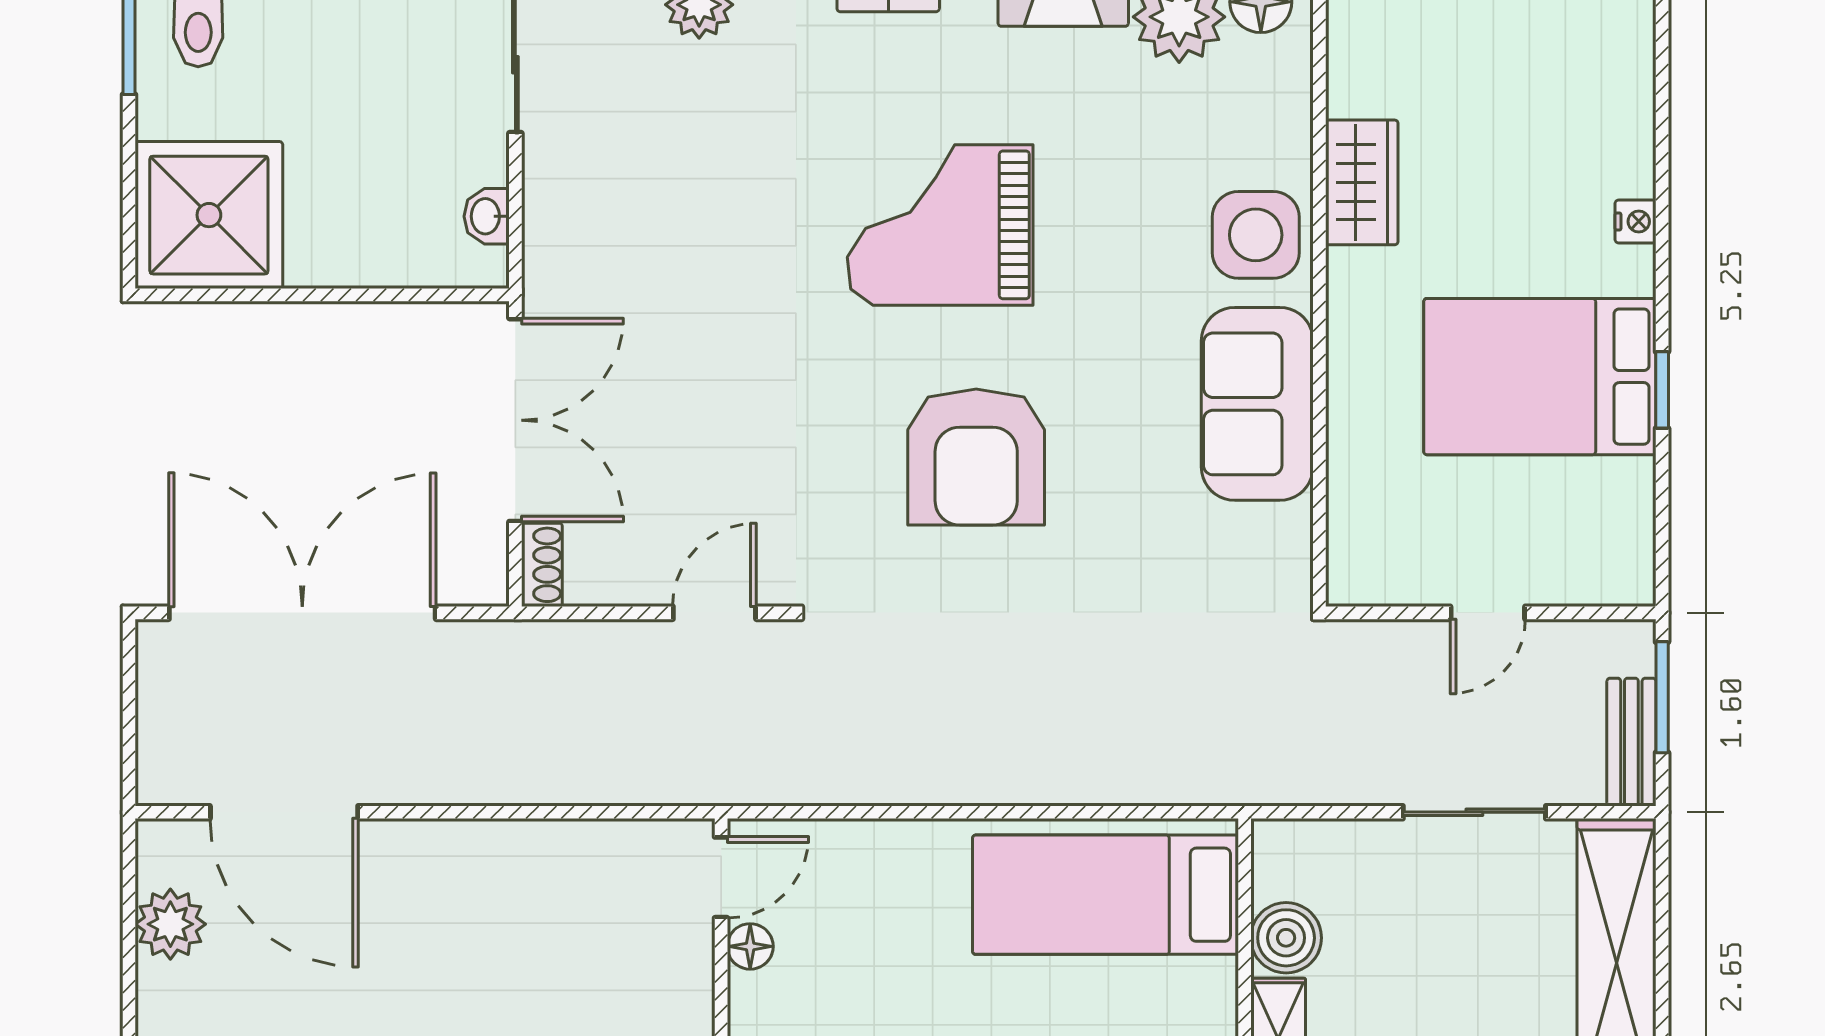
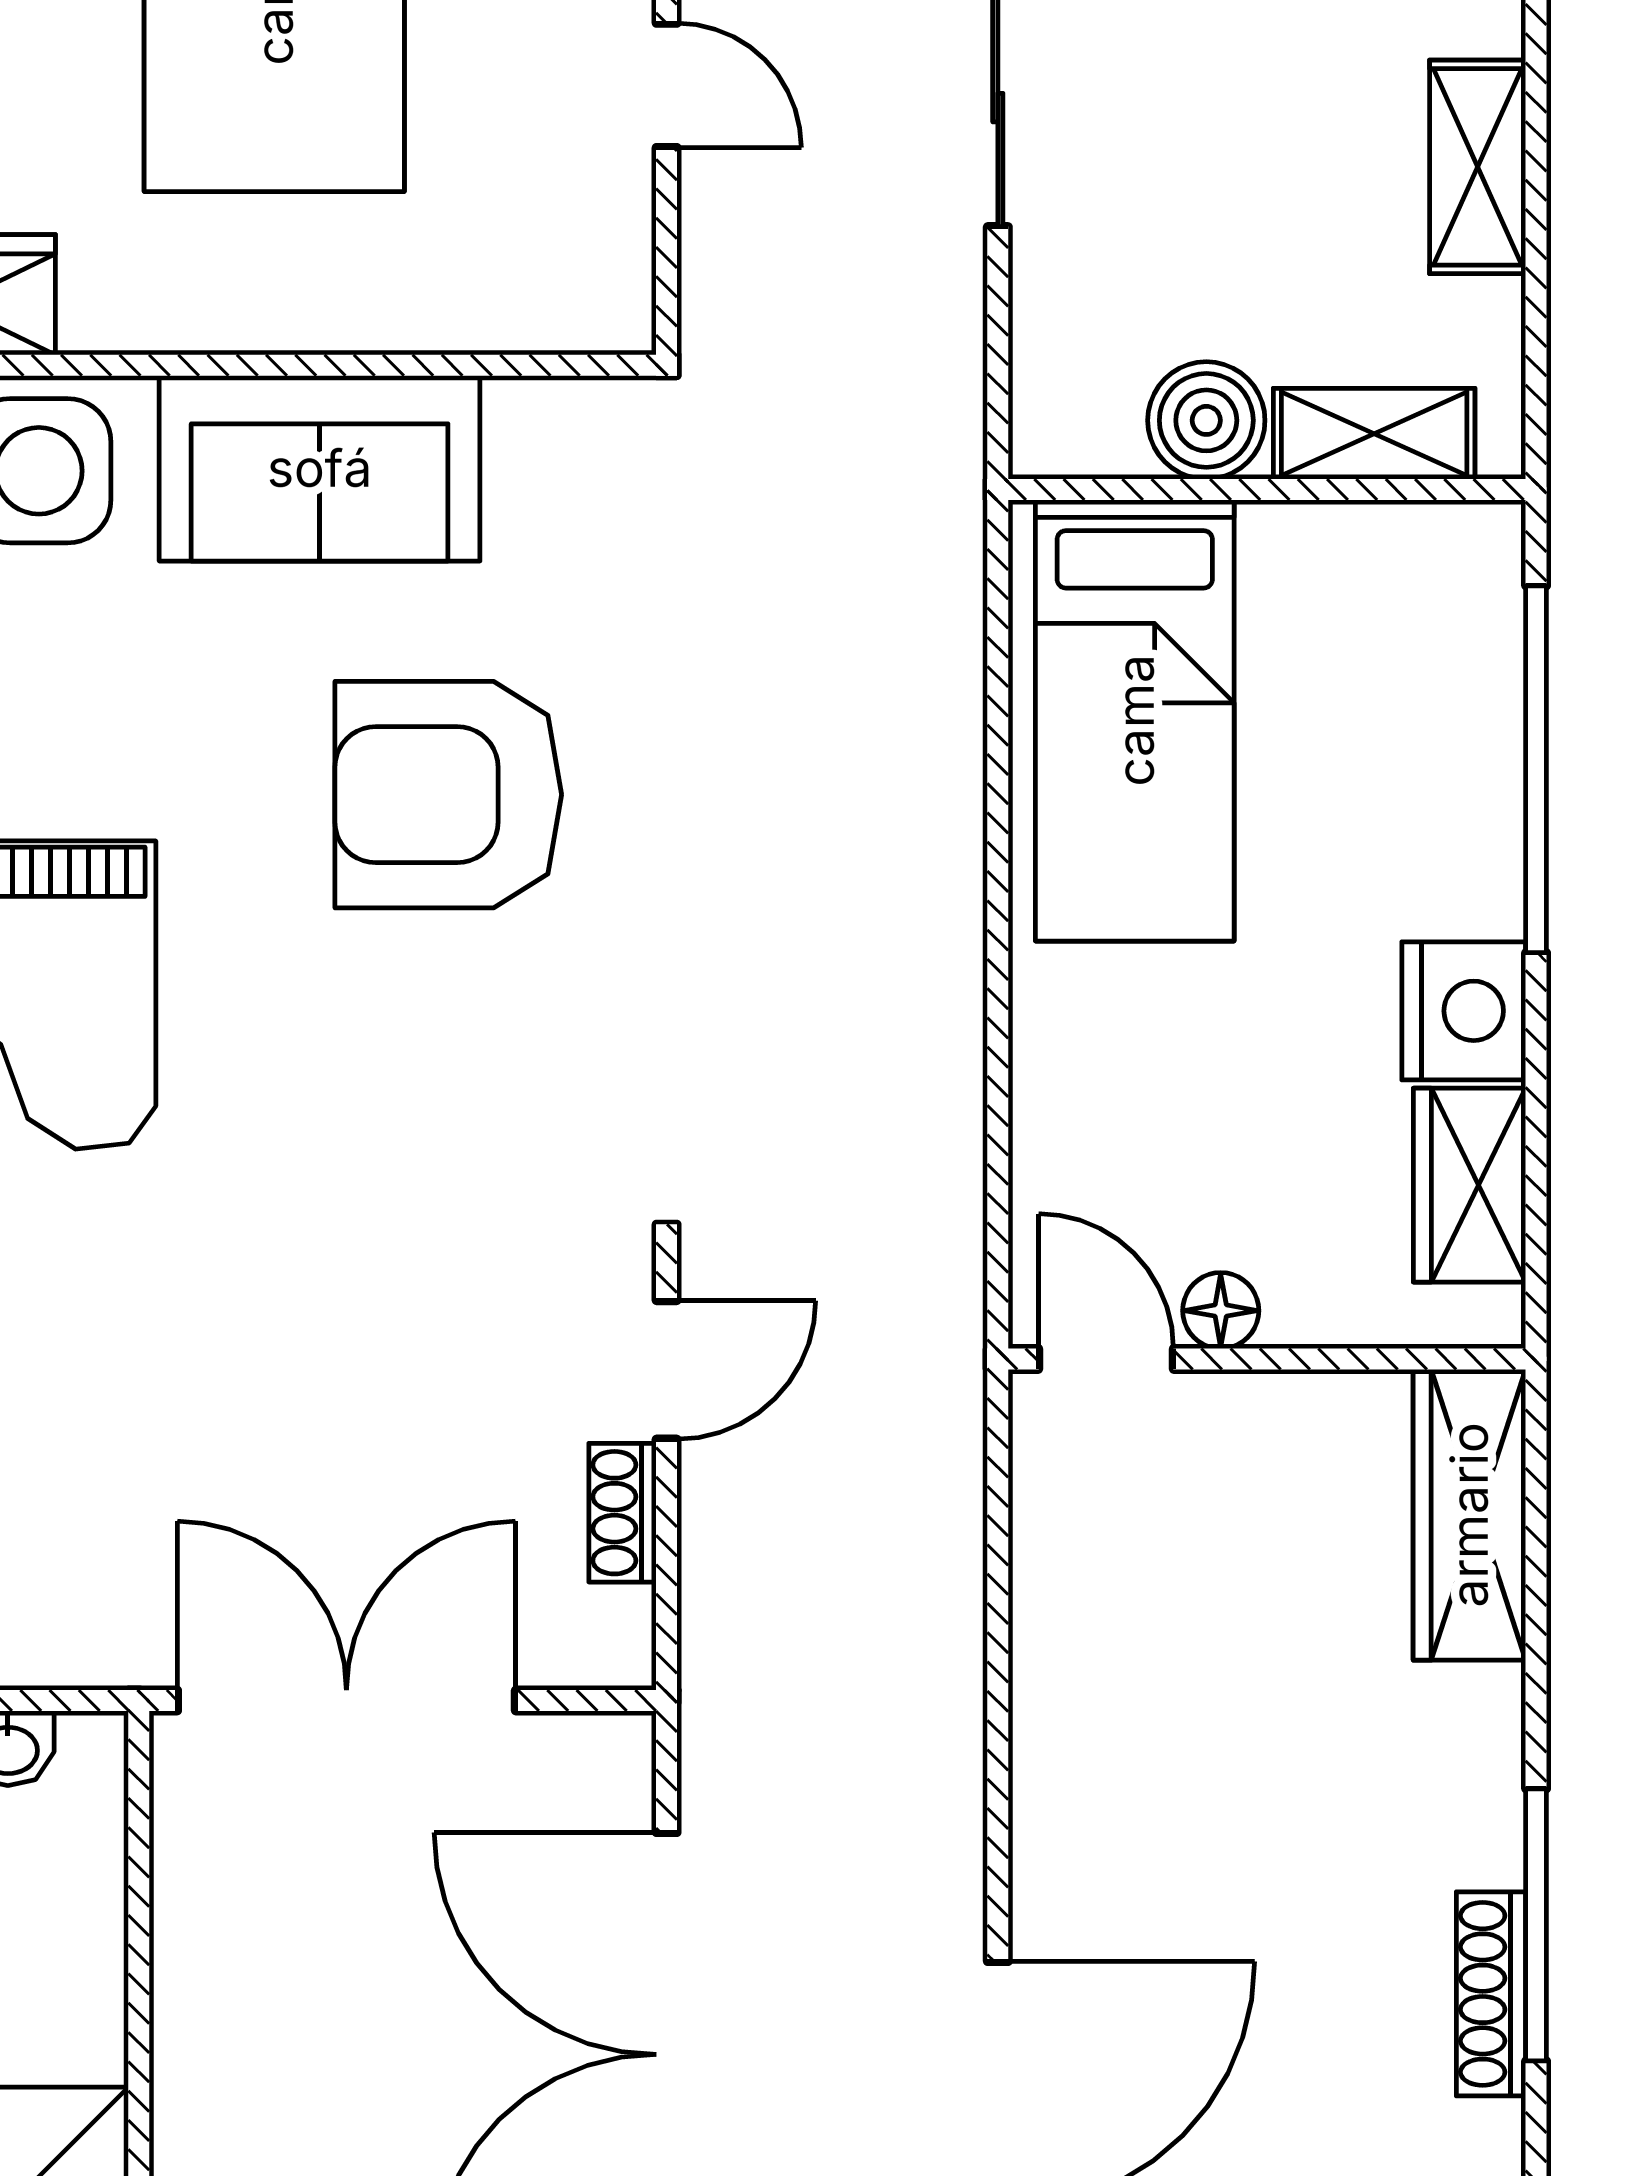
armchair: (976, 457) -> (448, 795), moved, turned 180
shoe rack: (542, 565) -> (623, 1513), moved, turned -90
door: (714, 613) -> (667, 1370), swing flipped

